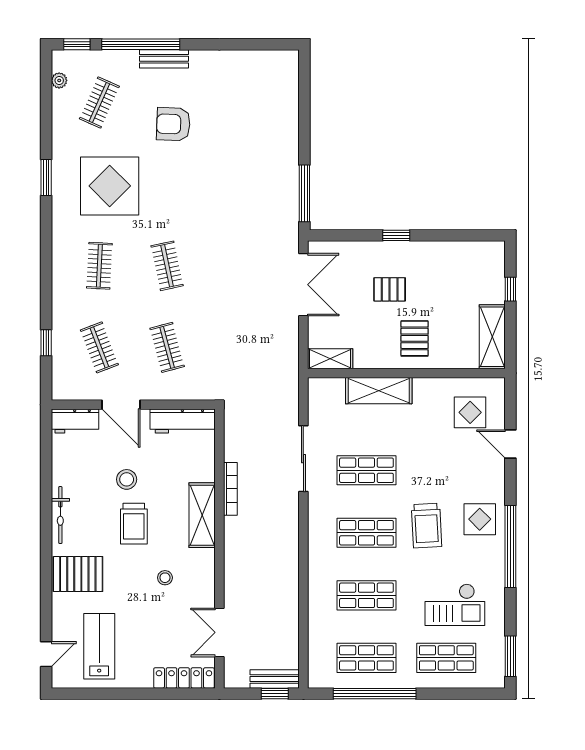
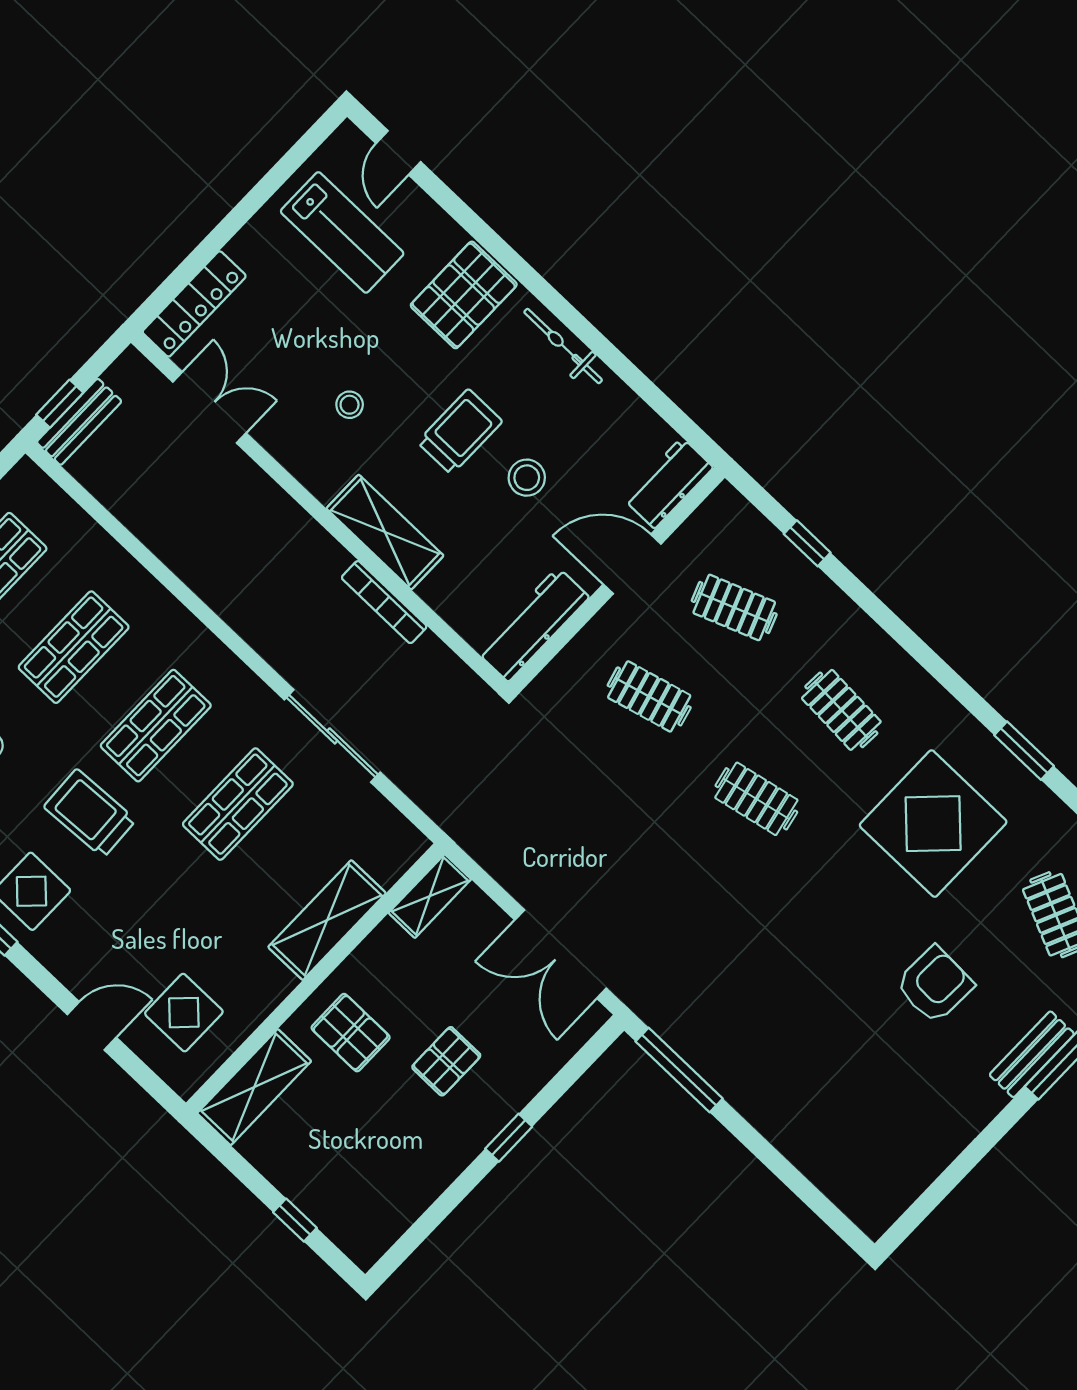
shelving: (492, 337) -> (254, 1087), moved, turned 90
trolley: (134, 524) -> (460, 432), turned 90

